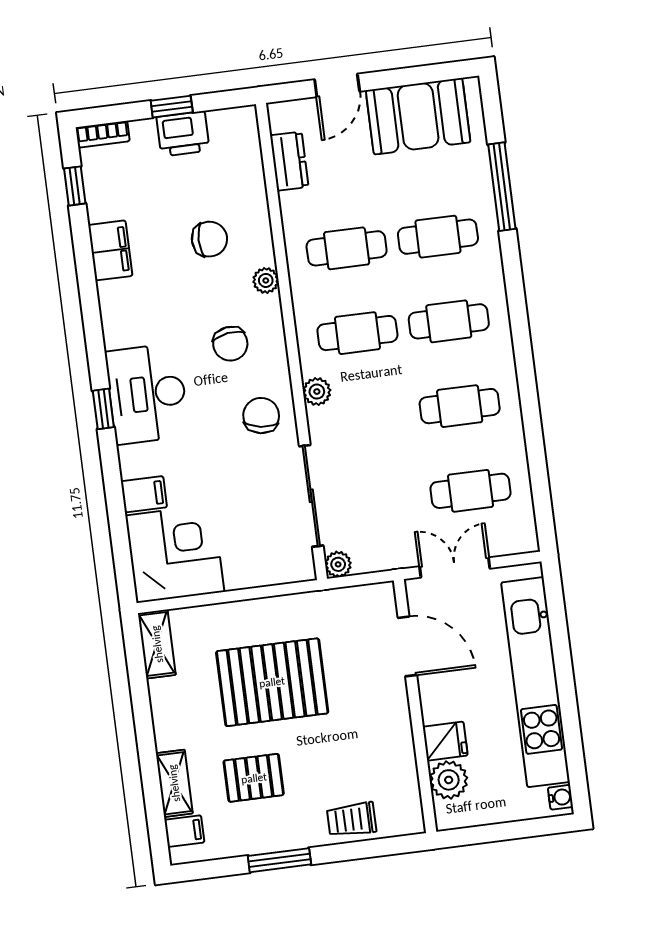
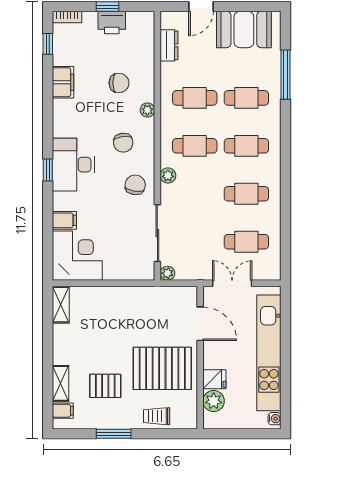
pallet: (272, 682) -> (162, 368), moved

